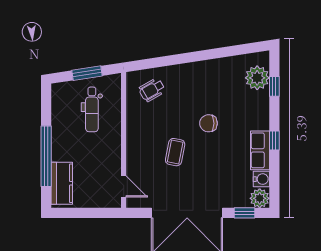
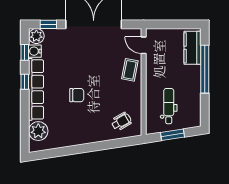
window: (274, 86) -> (25, 52), moved
row of seats: (260, 150) -> (36, 89), width x2.02
coffee table: (175, 152) -> (130, 70), moved

